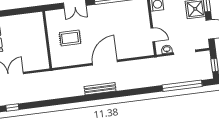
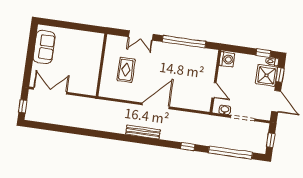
rug: (70, 38) -> (126, 70), turned 90
window: (12, 107) -> (188, 147), moved

